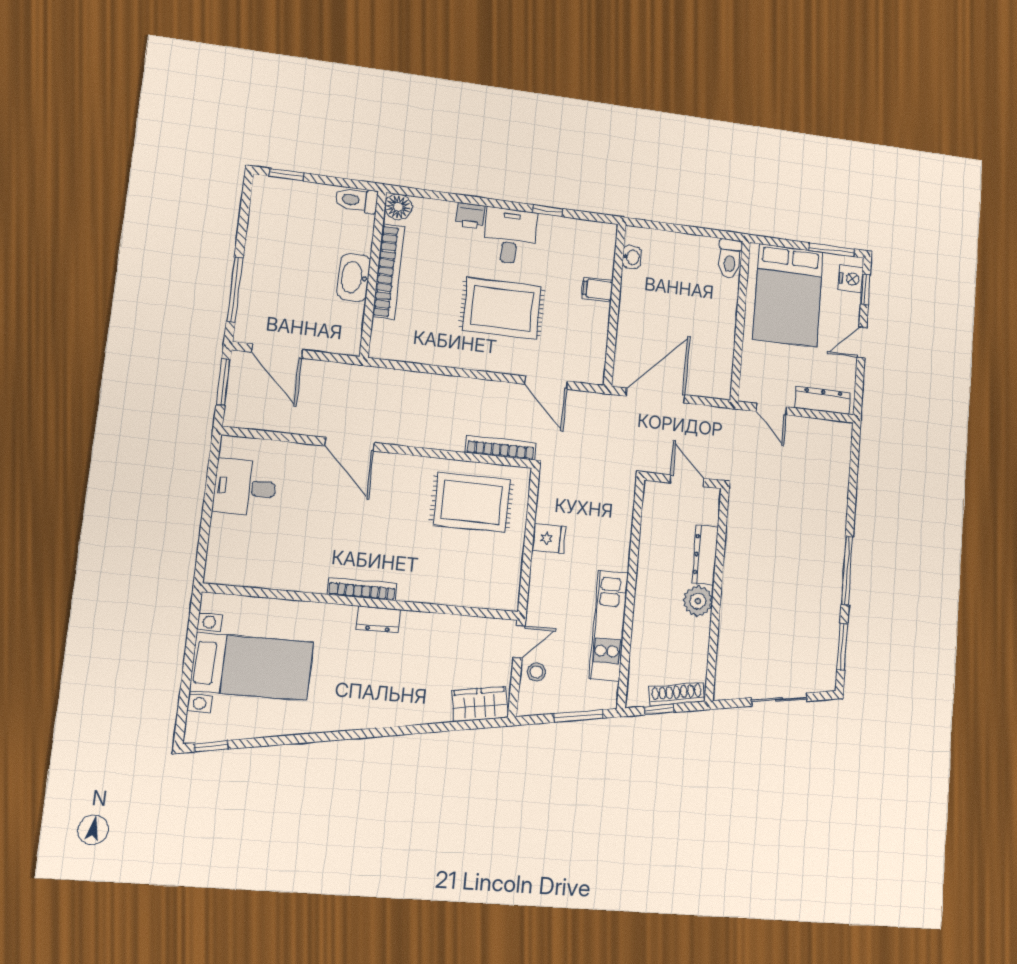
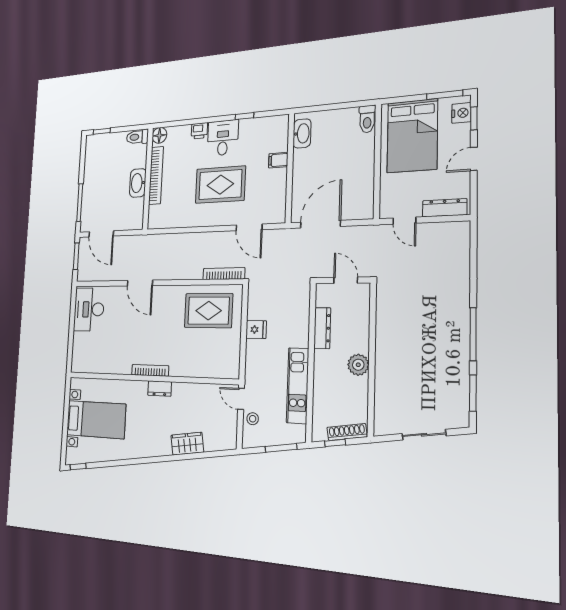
washbasin: (632, 257) -> (302, 133), width x1.91, depth x1.45
desk: (245, 487) -> (89, 309), width x1.37
dresser: (705, 555) -> (322, 328), moved, turned 180
door: (519, 642) -> (241, 399), swing flipped
wardrobe: (480, 704) -> (187, 444), moved

